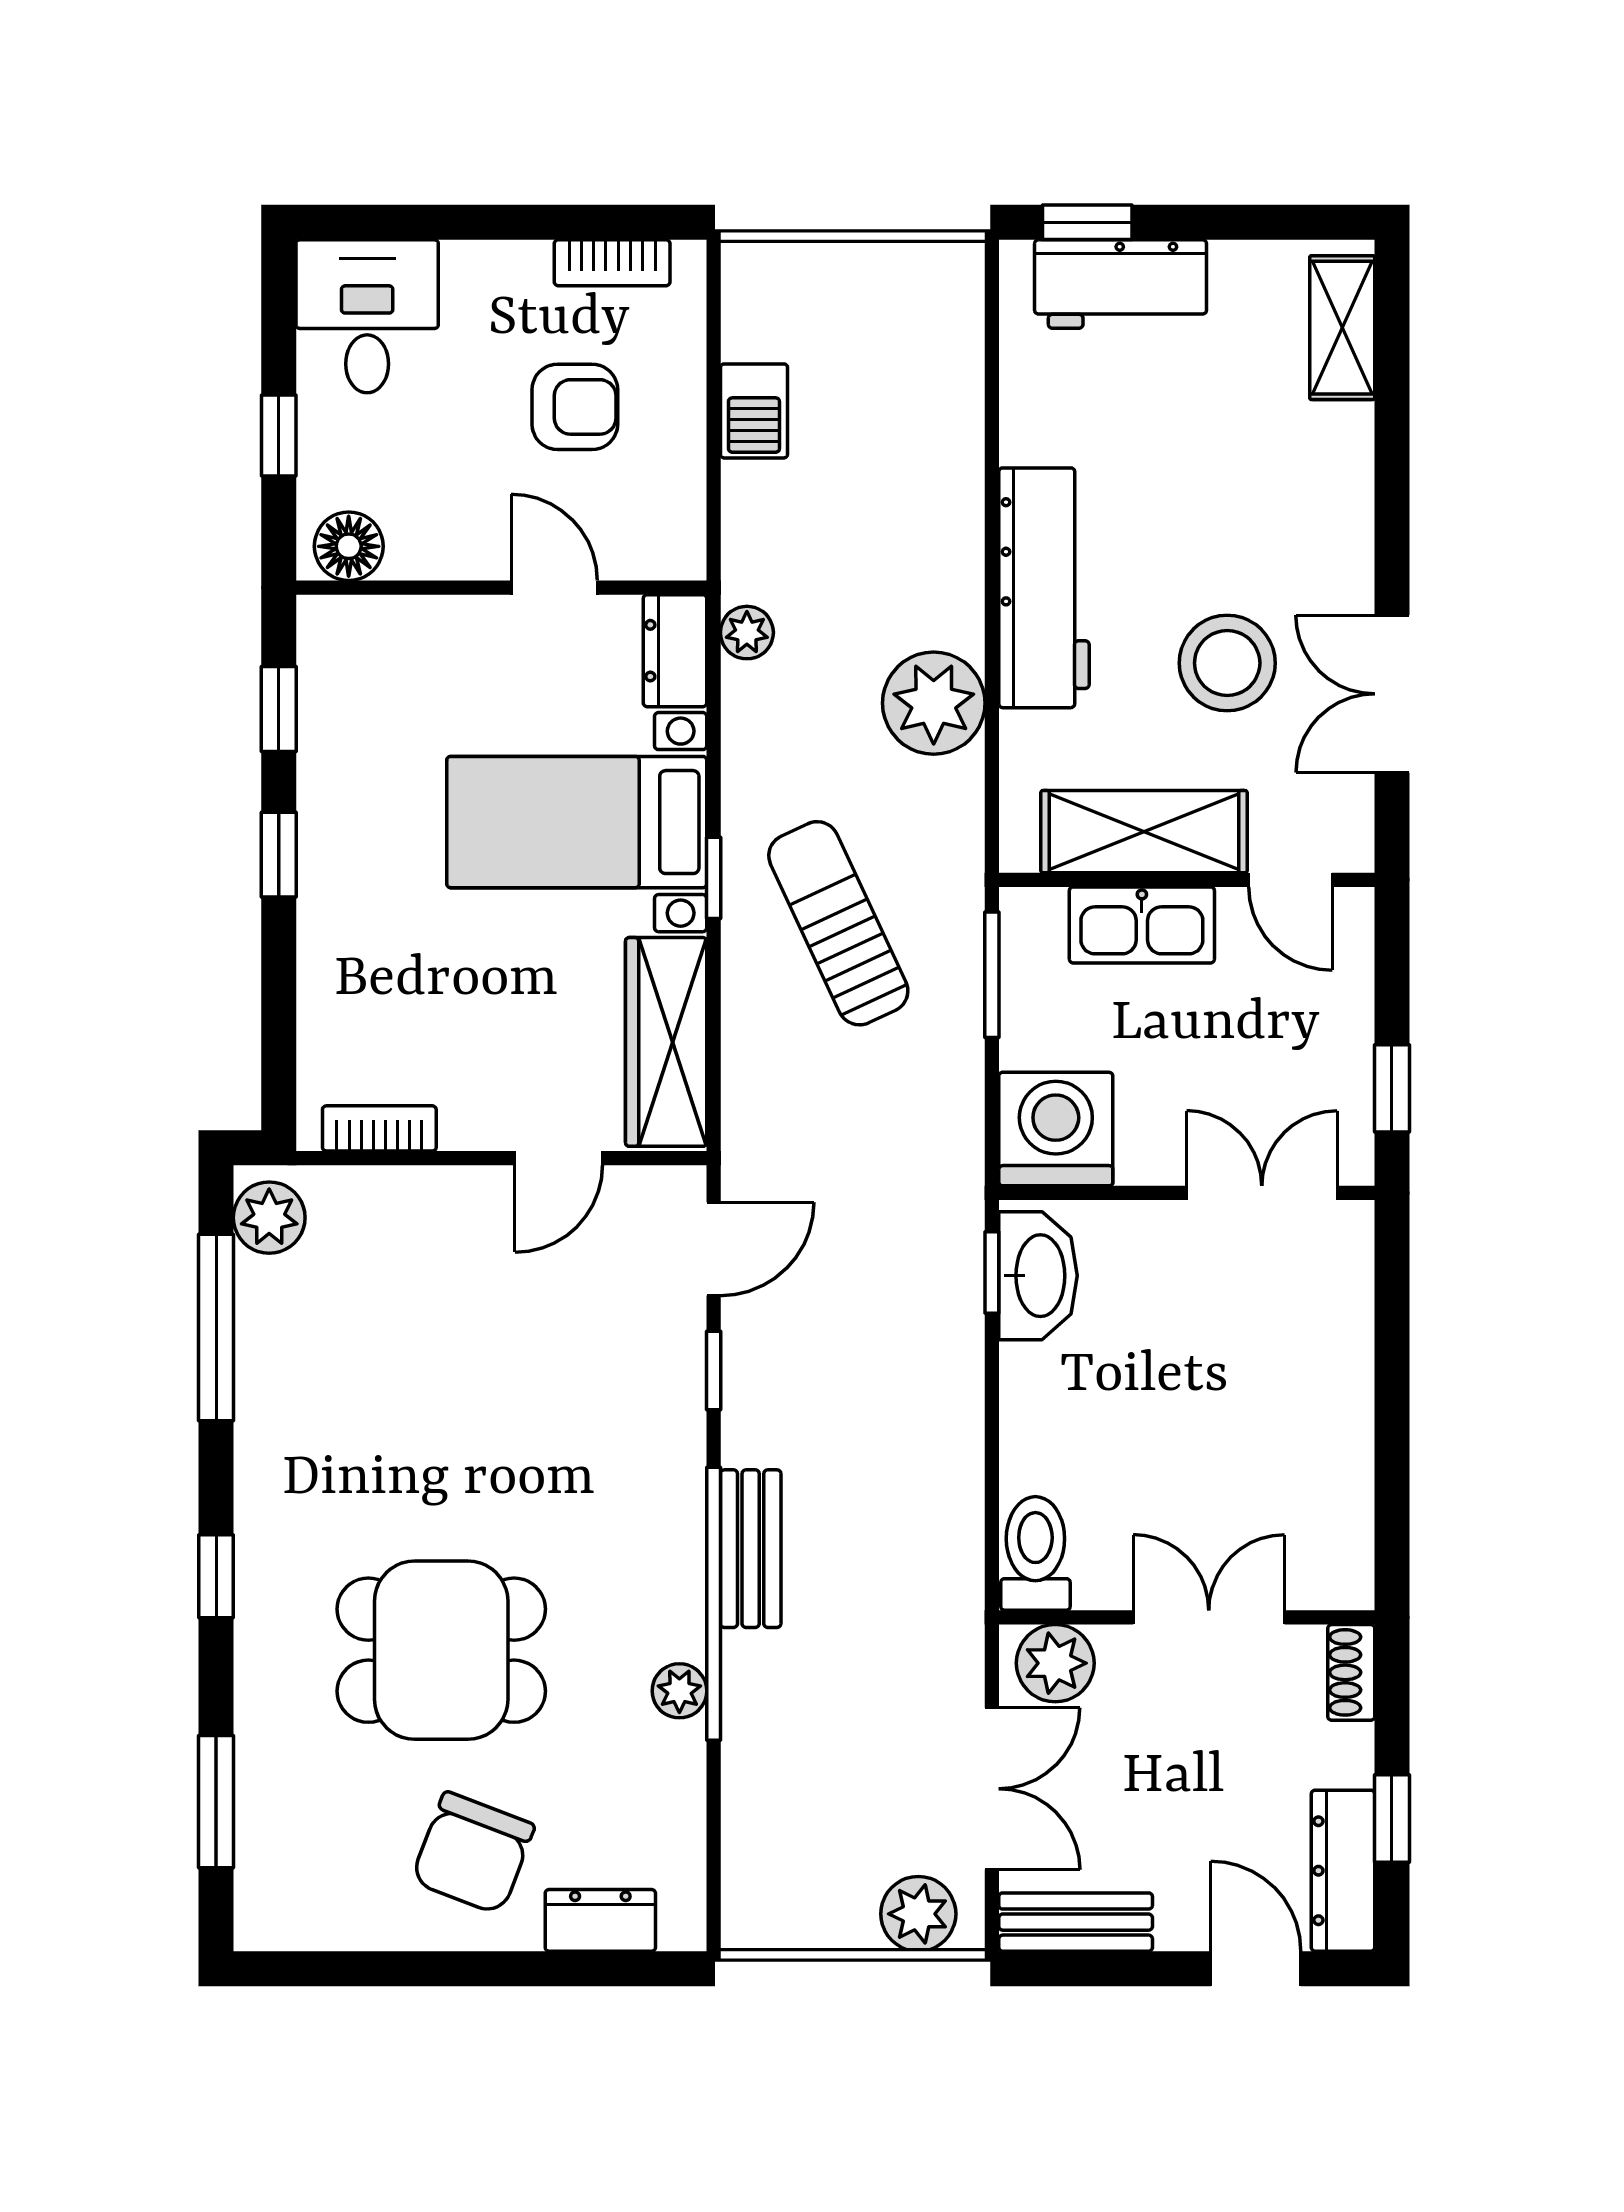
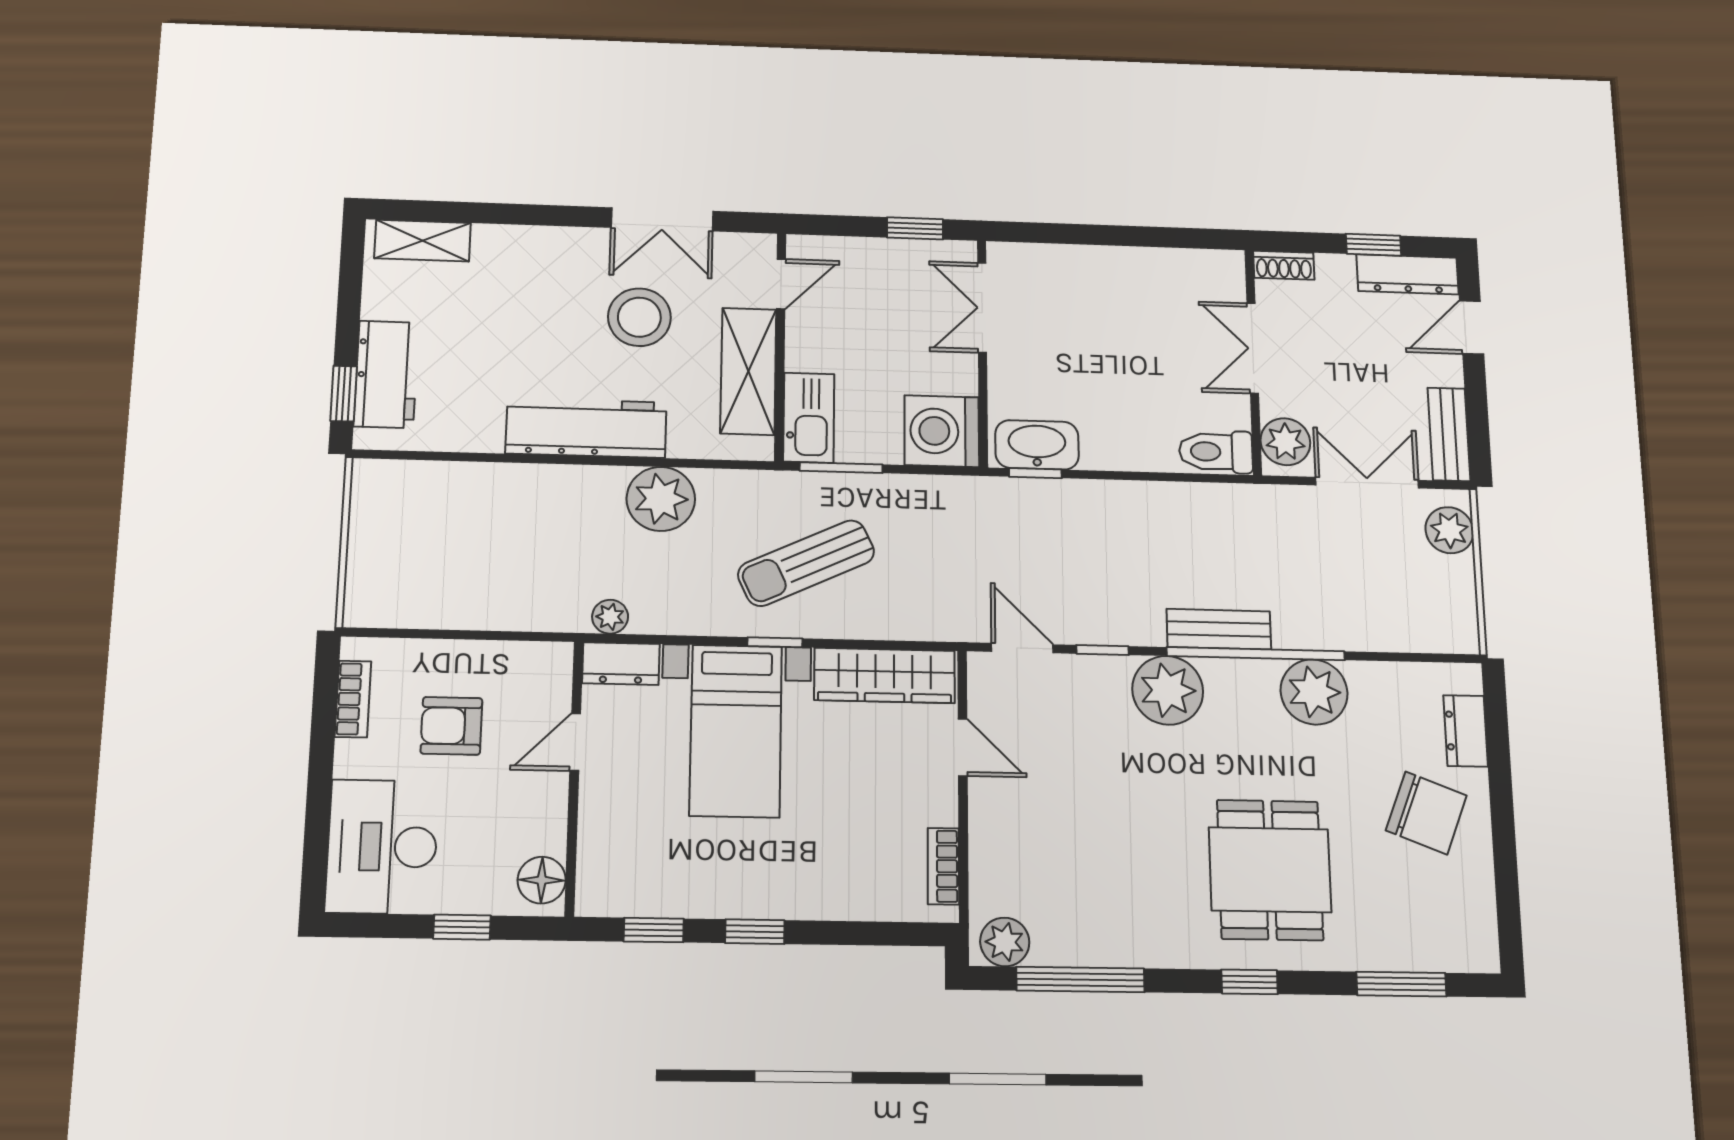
desk: (367, 316) -> (382, 847), width x1.37
armchair: (575, 407) -> (451, 726), turned -90
barbecue: (754, 411) -> (460, 608), removed
kitchen sink: (1142, 925) -> (809, 418), moved
plant: (653, 1468) -> (1168, 690), added
dining table: (441, 1650) -> (1270, 870), moved
plant: (679, 1691) -> (1314, 692), width x1.88, depth x1.88

